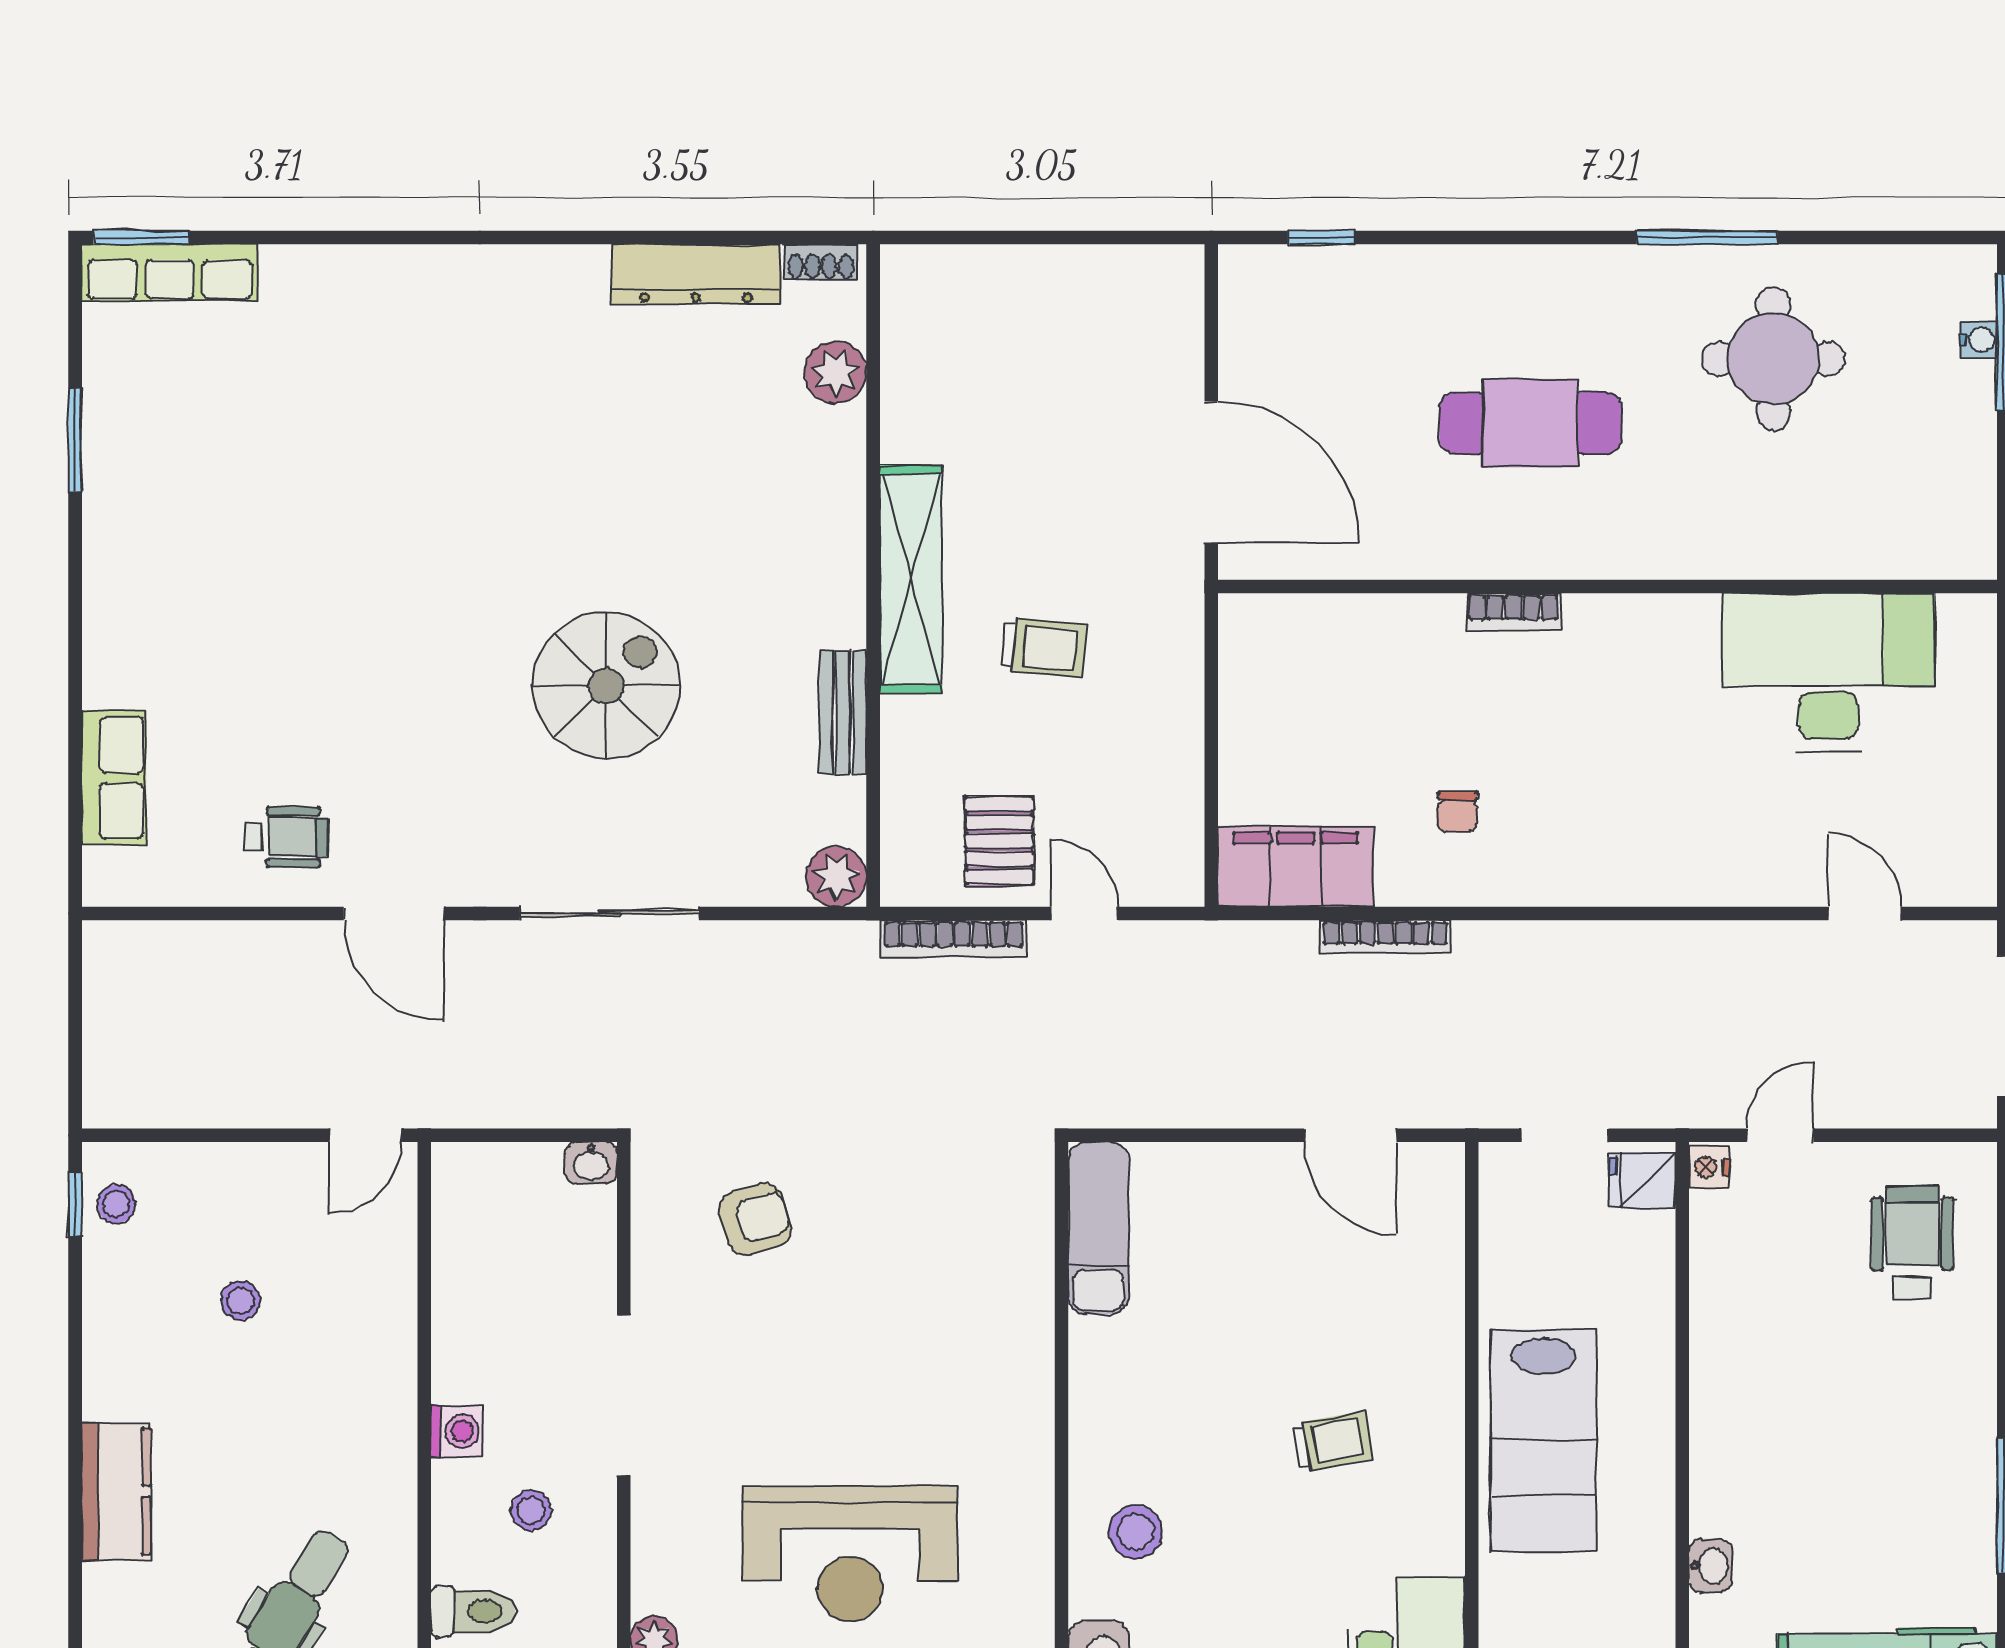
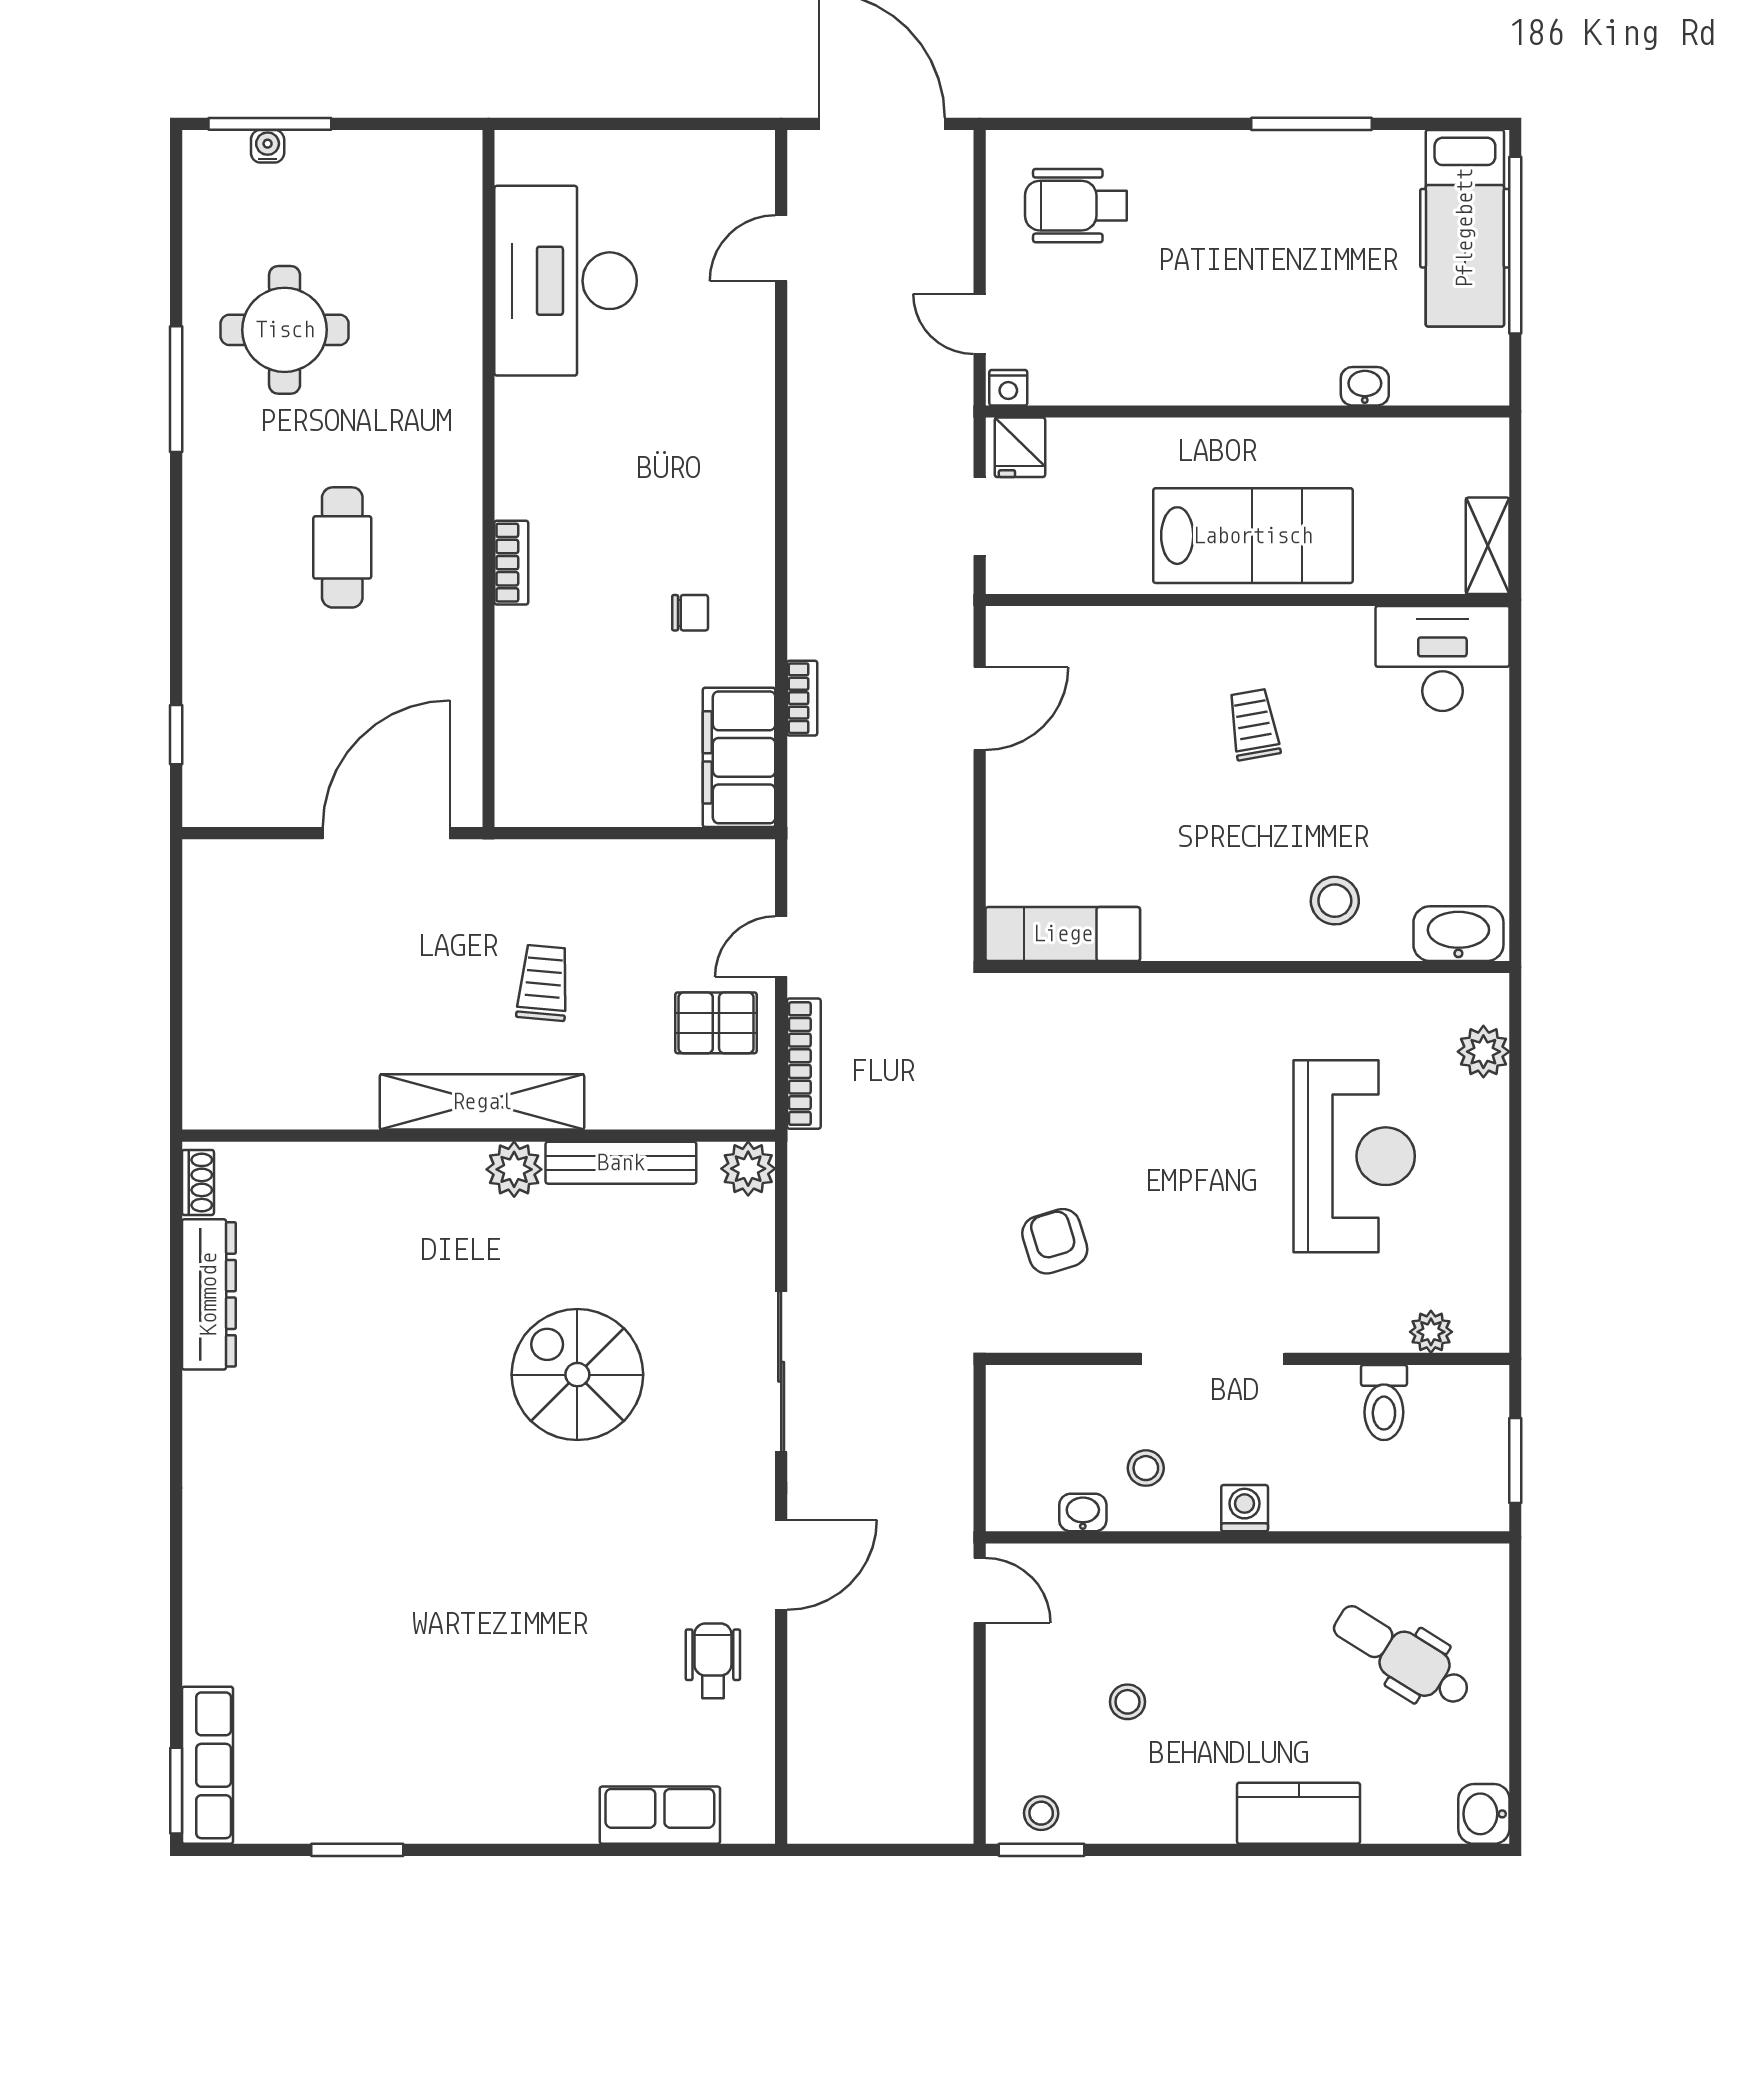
plant: (836, 372) -> (514, 1169), moved
cafe table: (1530, 423) -> (342, 547), width x0.73, depth x0.74
bench: (843, 712) -> (621, 1163), width x1.36
bookcase: (1385, 937) -> (802, 698), width x0.64
washbasin: (591, 1163) -> (1083, 1513), moved, turned -90
window: (75, 1204) -> (1041, 1850), width x1.50
stool: (531, 1510) -> (1146, 1468), moved
toilet: (473, 1611) -> (1384, 1402), moved, turned 180

